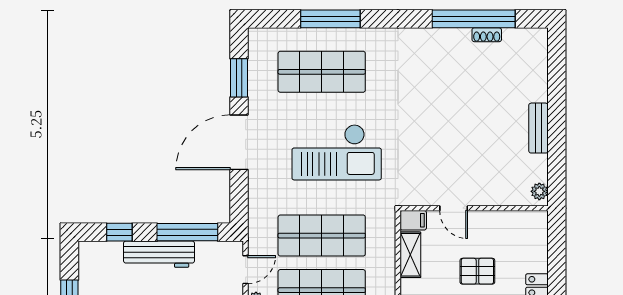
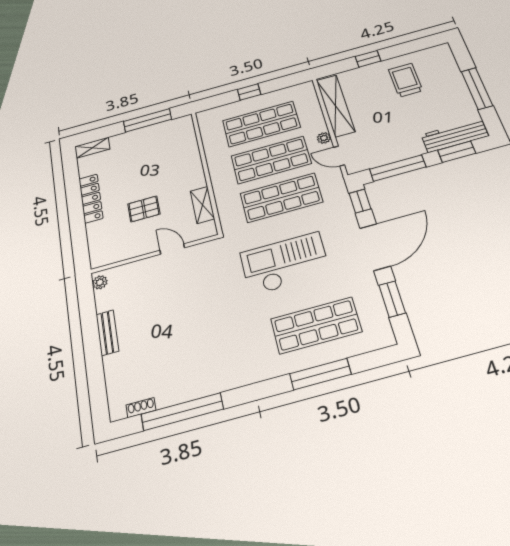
shoe rack: (487, 35) -> (141, 408), moved
window: (239, 203) -> (360, 201), added
filing cabinet: (413, 220) -> (205, 230), removed
window: (119, 232) -> (457, 152), width x1.50
workbench: (159, 254) -> (455, 135), moved
door: (246, 270) -> (339, 156), hinge flipped

